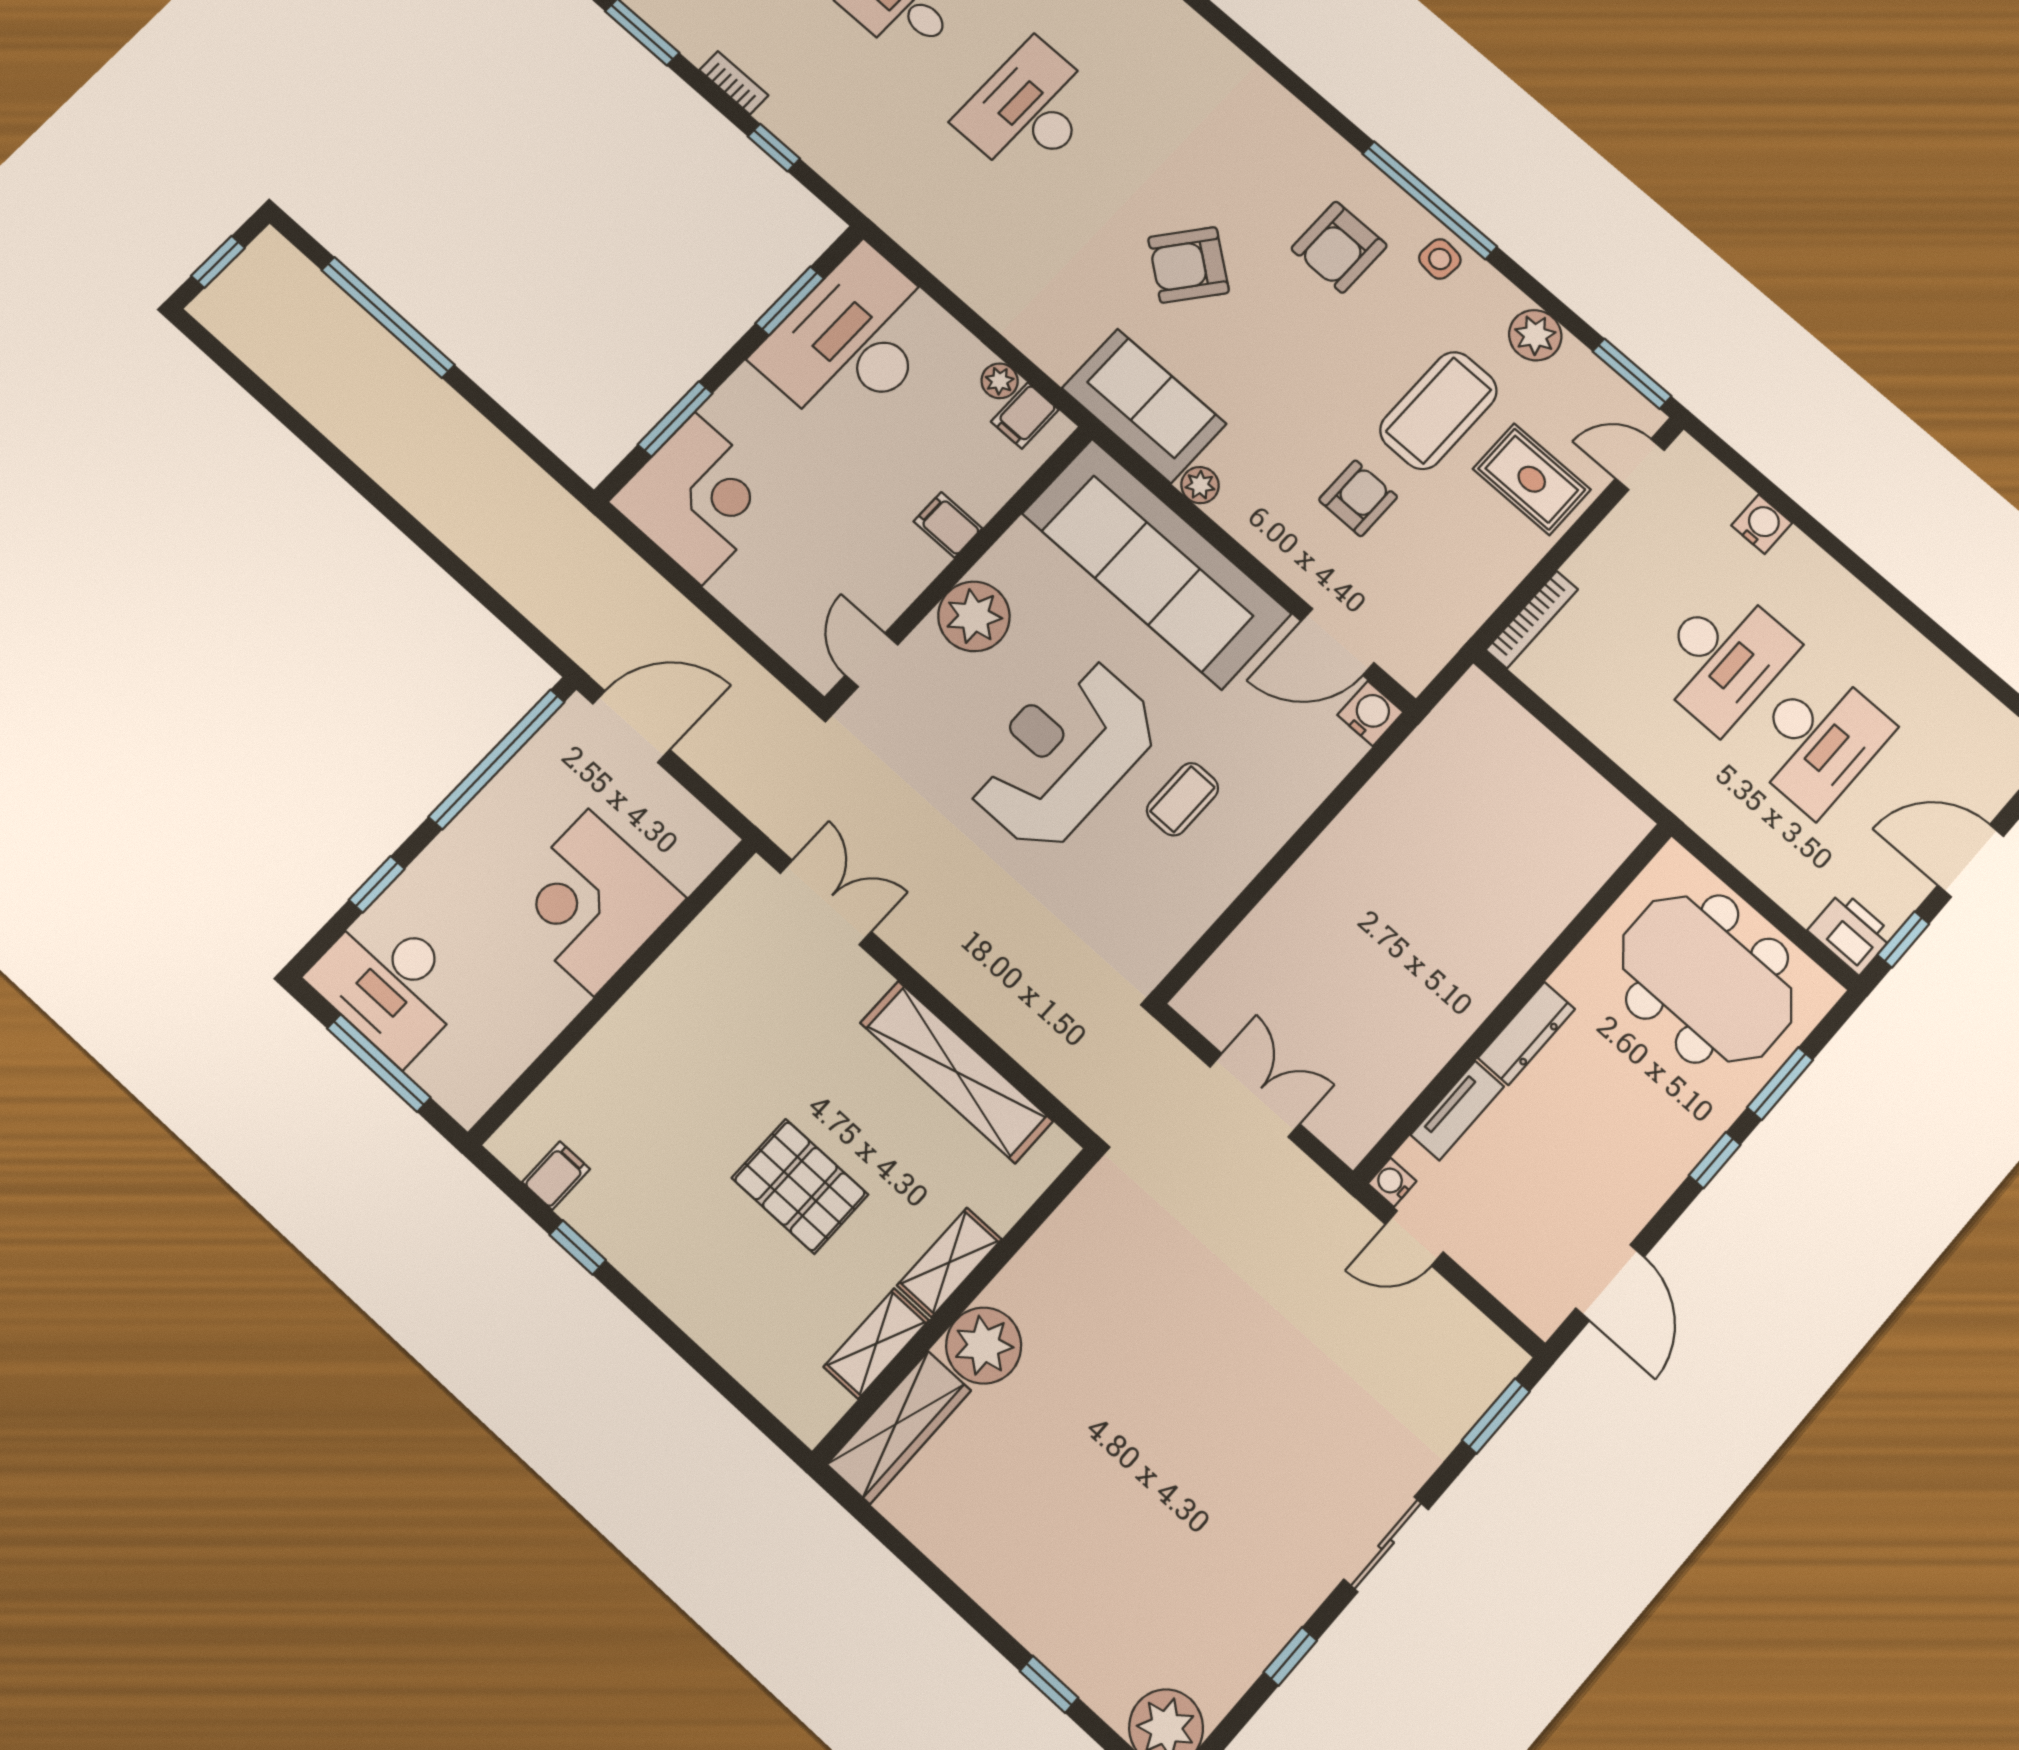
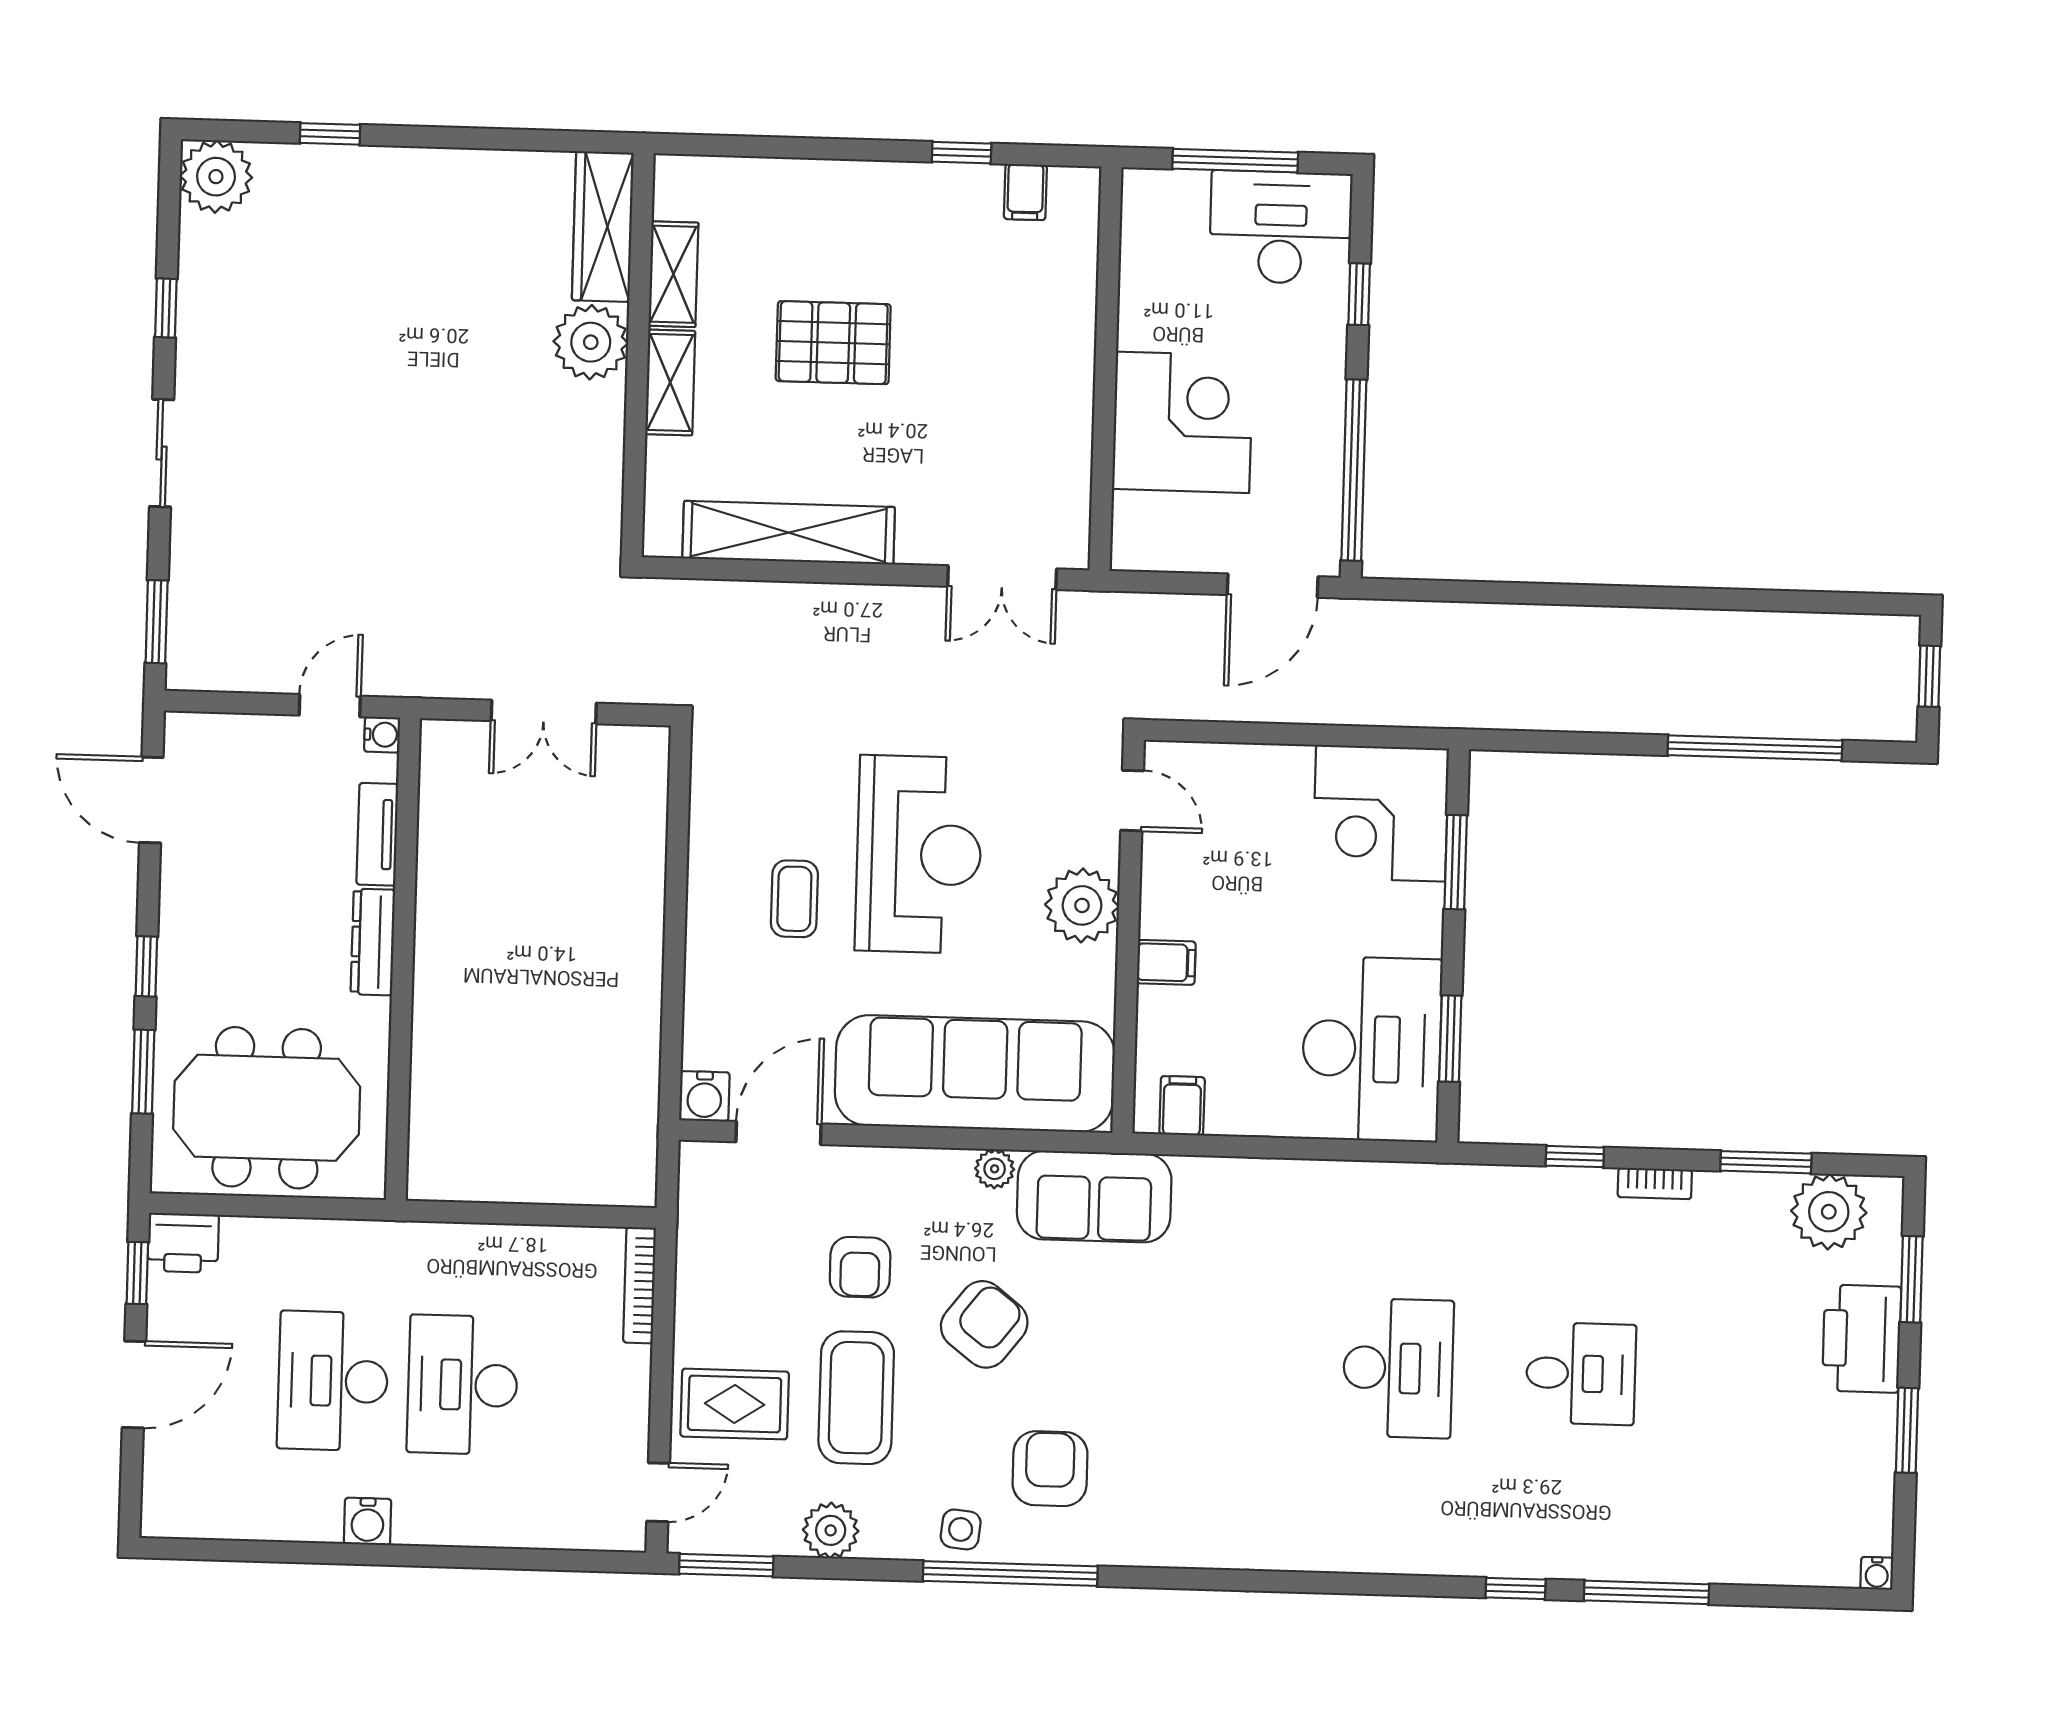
armchair: (1189, 265) -> (984, 1324), moved
plant: (1000, 381) -> (1227, 1117), removed
water cooler: (1762, 524) -> (368, 1521), moved

